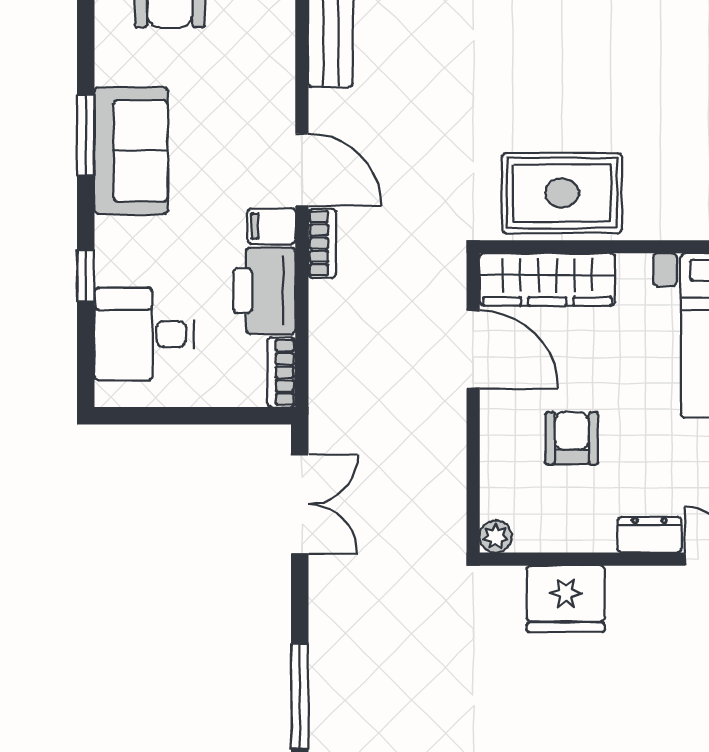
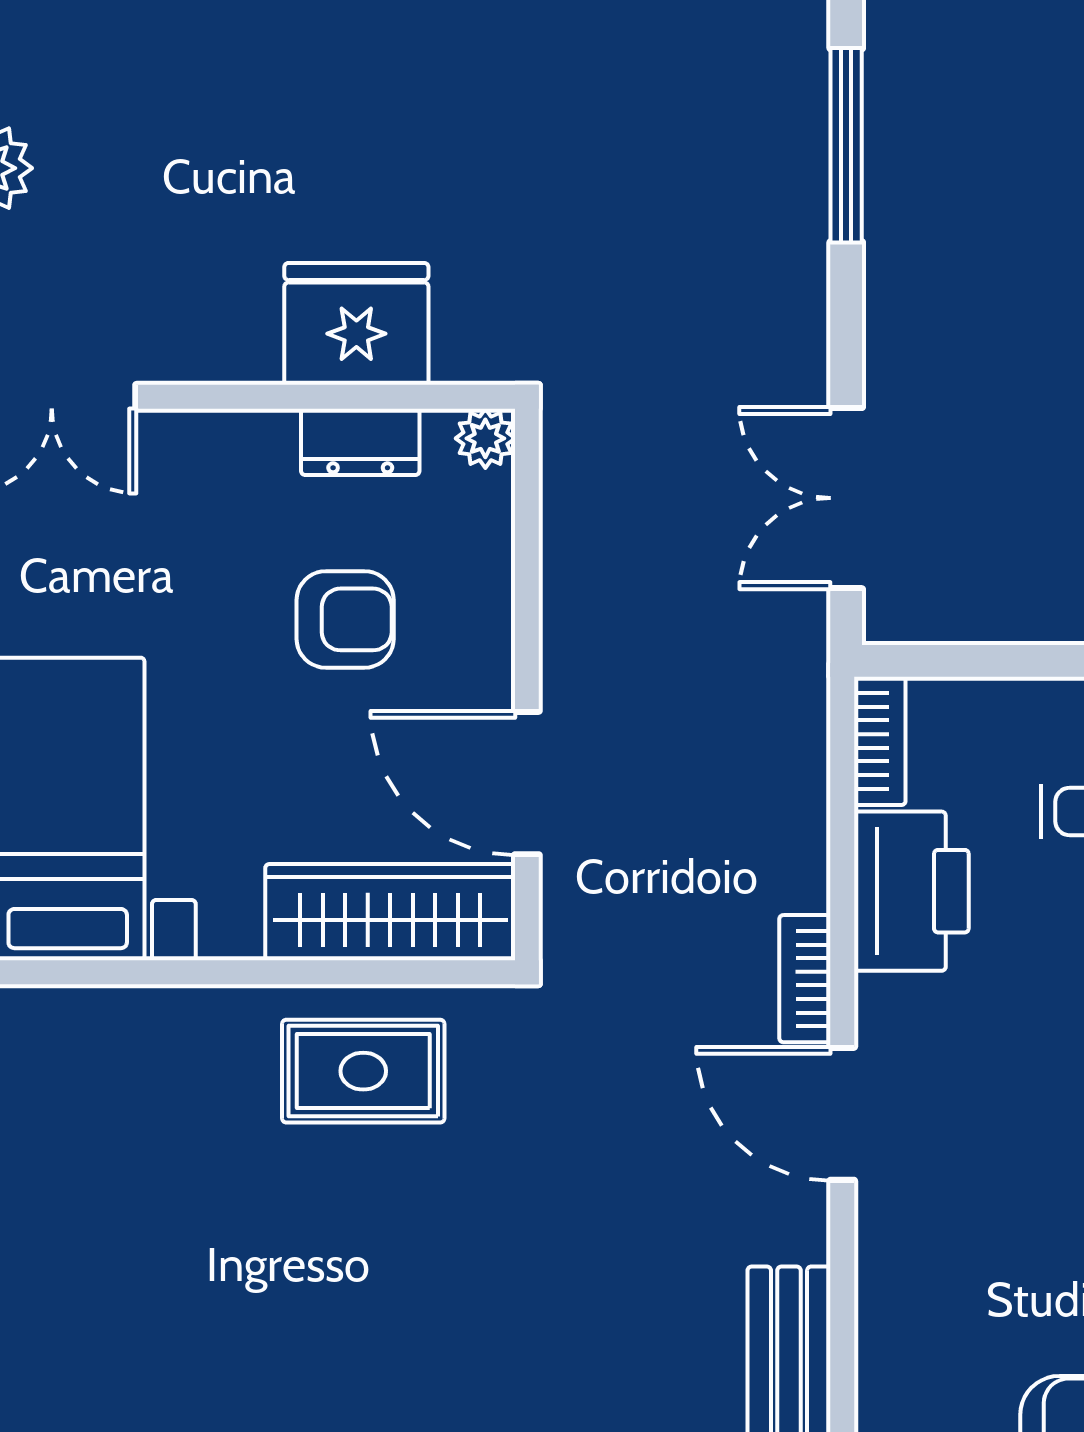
rug: (562, 193) -> (363, 1071), width x0.73, depth x0.70
filing cabinet: (272, 226) -> (898, 1010), removed
armchair: (572, 438) -> (345, 619), turned -90
dresser: (649, 535) -> (360, 442), moved

